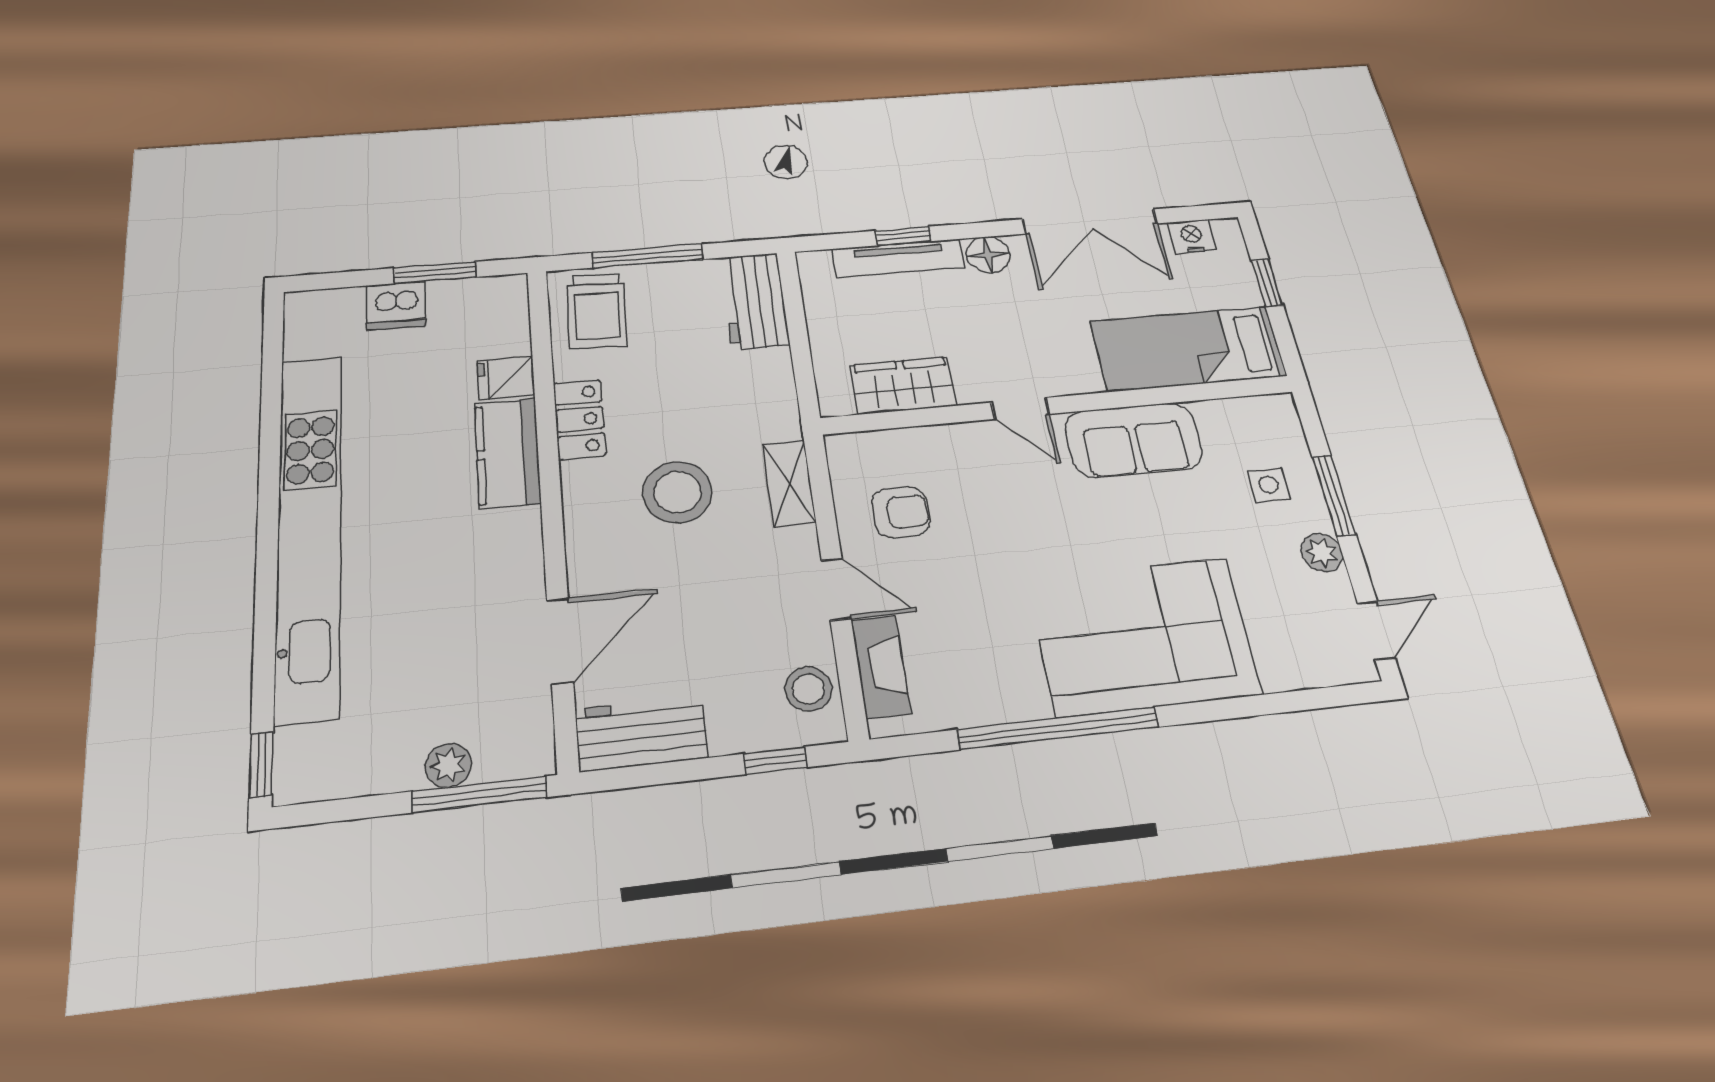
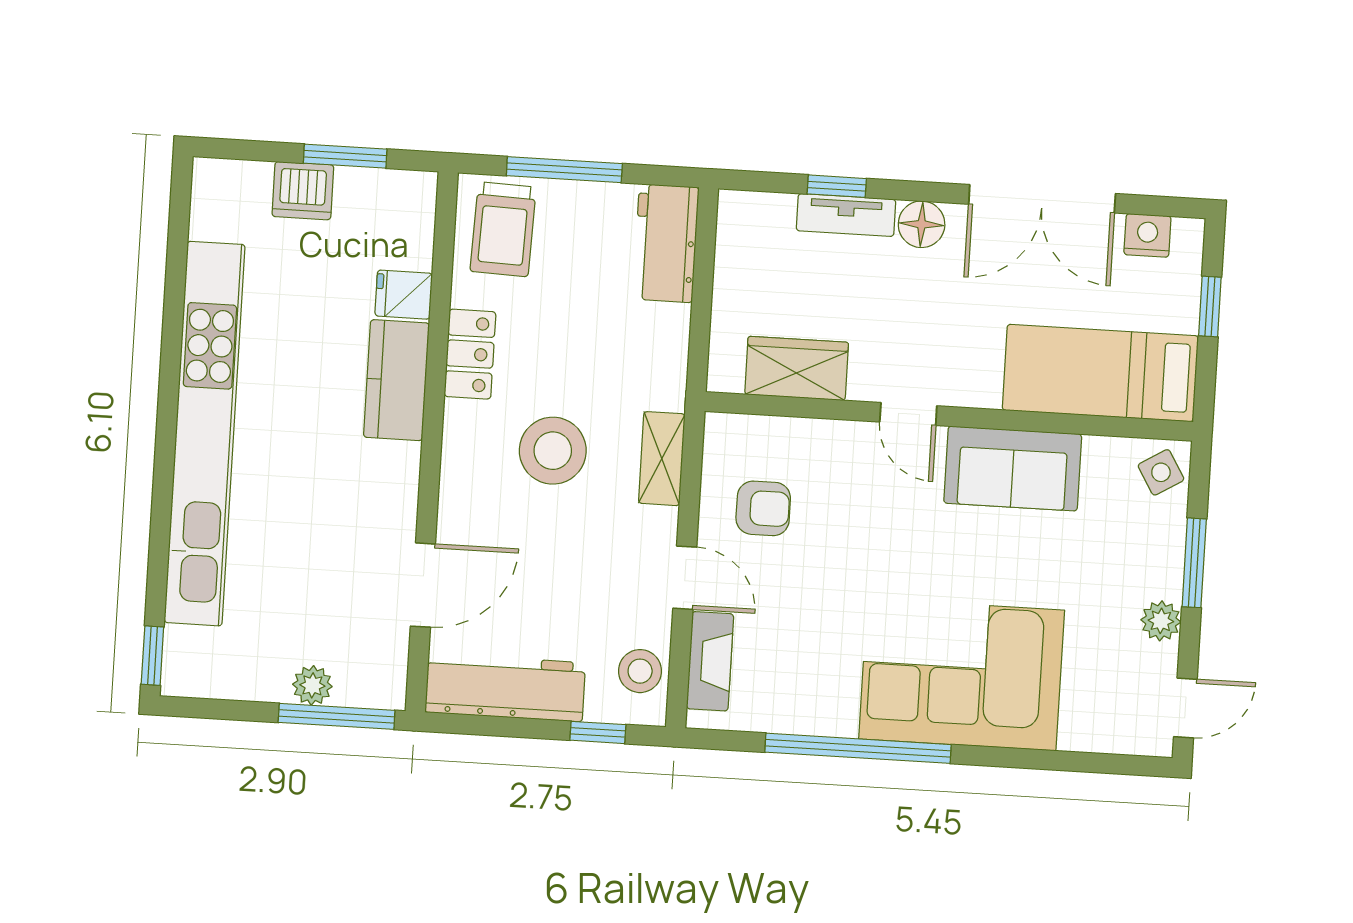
tv unit: (899, 258) -> (846, 215), width x0.71
side table: (1269, 485) -> (1161, 472), moved, turned -31
workbench: (641, 733) -> (505, 688), width x1.38

